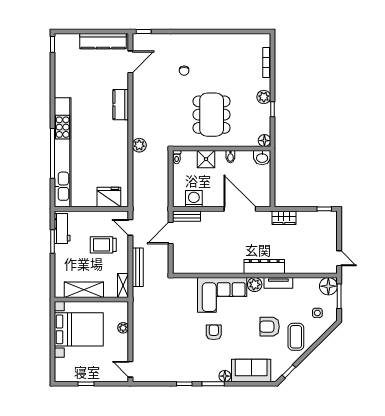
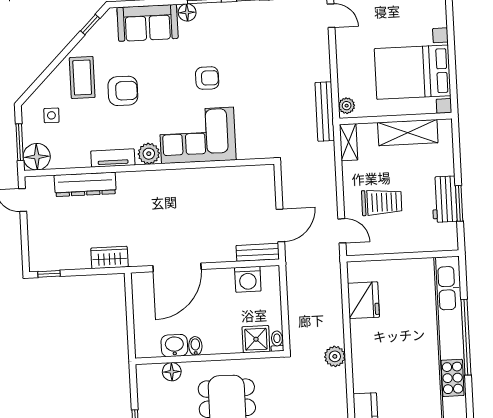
floor lamp: (264, 141) -> (172, 372), moved
washbasin: (262, 158) -> (174, 346), moved
shower: (206, 159) -> (256, 339), moved
fridge: (109, 197) -> (363, 300), moved, turned -90
door: (240, 209) -> (177, 267), hinge flipped
workbench: (62, 228) -> (444, 199), moved
dresser: (264, 266) -> (85, 184), moved
bench: (138, 267) -> (325, 112), moved
plant: (123, 328) -> (347, 106), moved
armchair: (214, 332) -> (207, 78), turned -90

